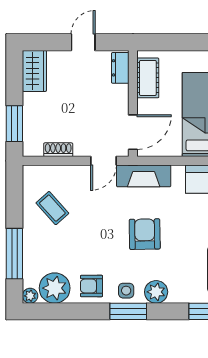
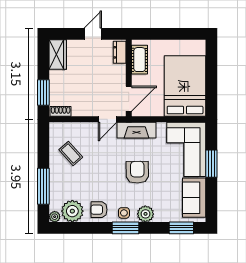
shoe rack: (58, 150) -> (61, 111), moved

